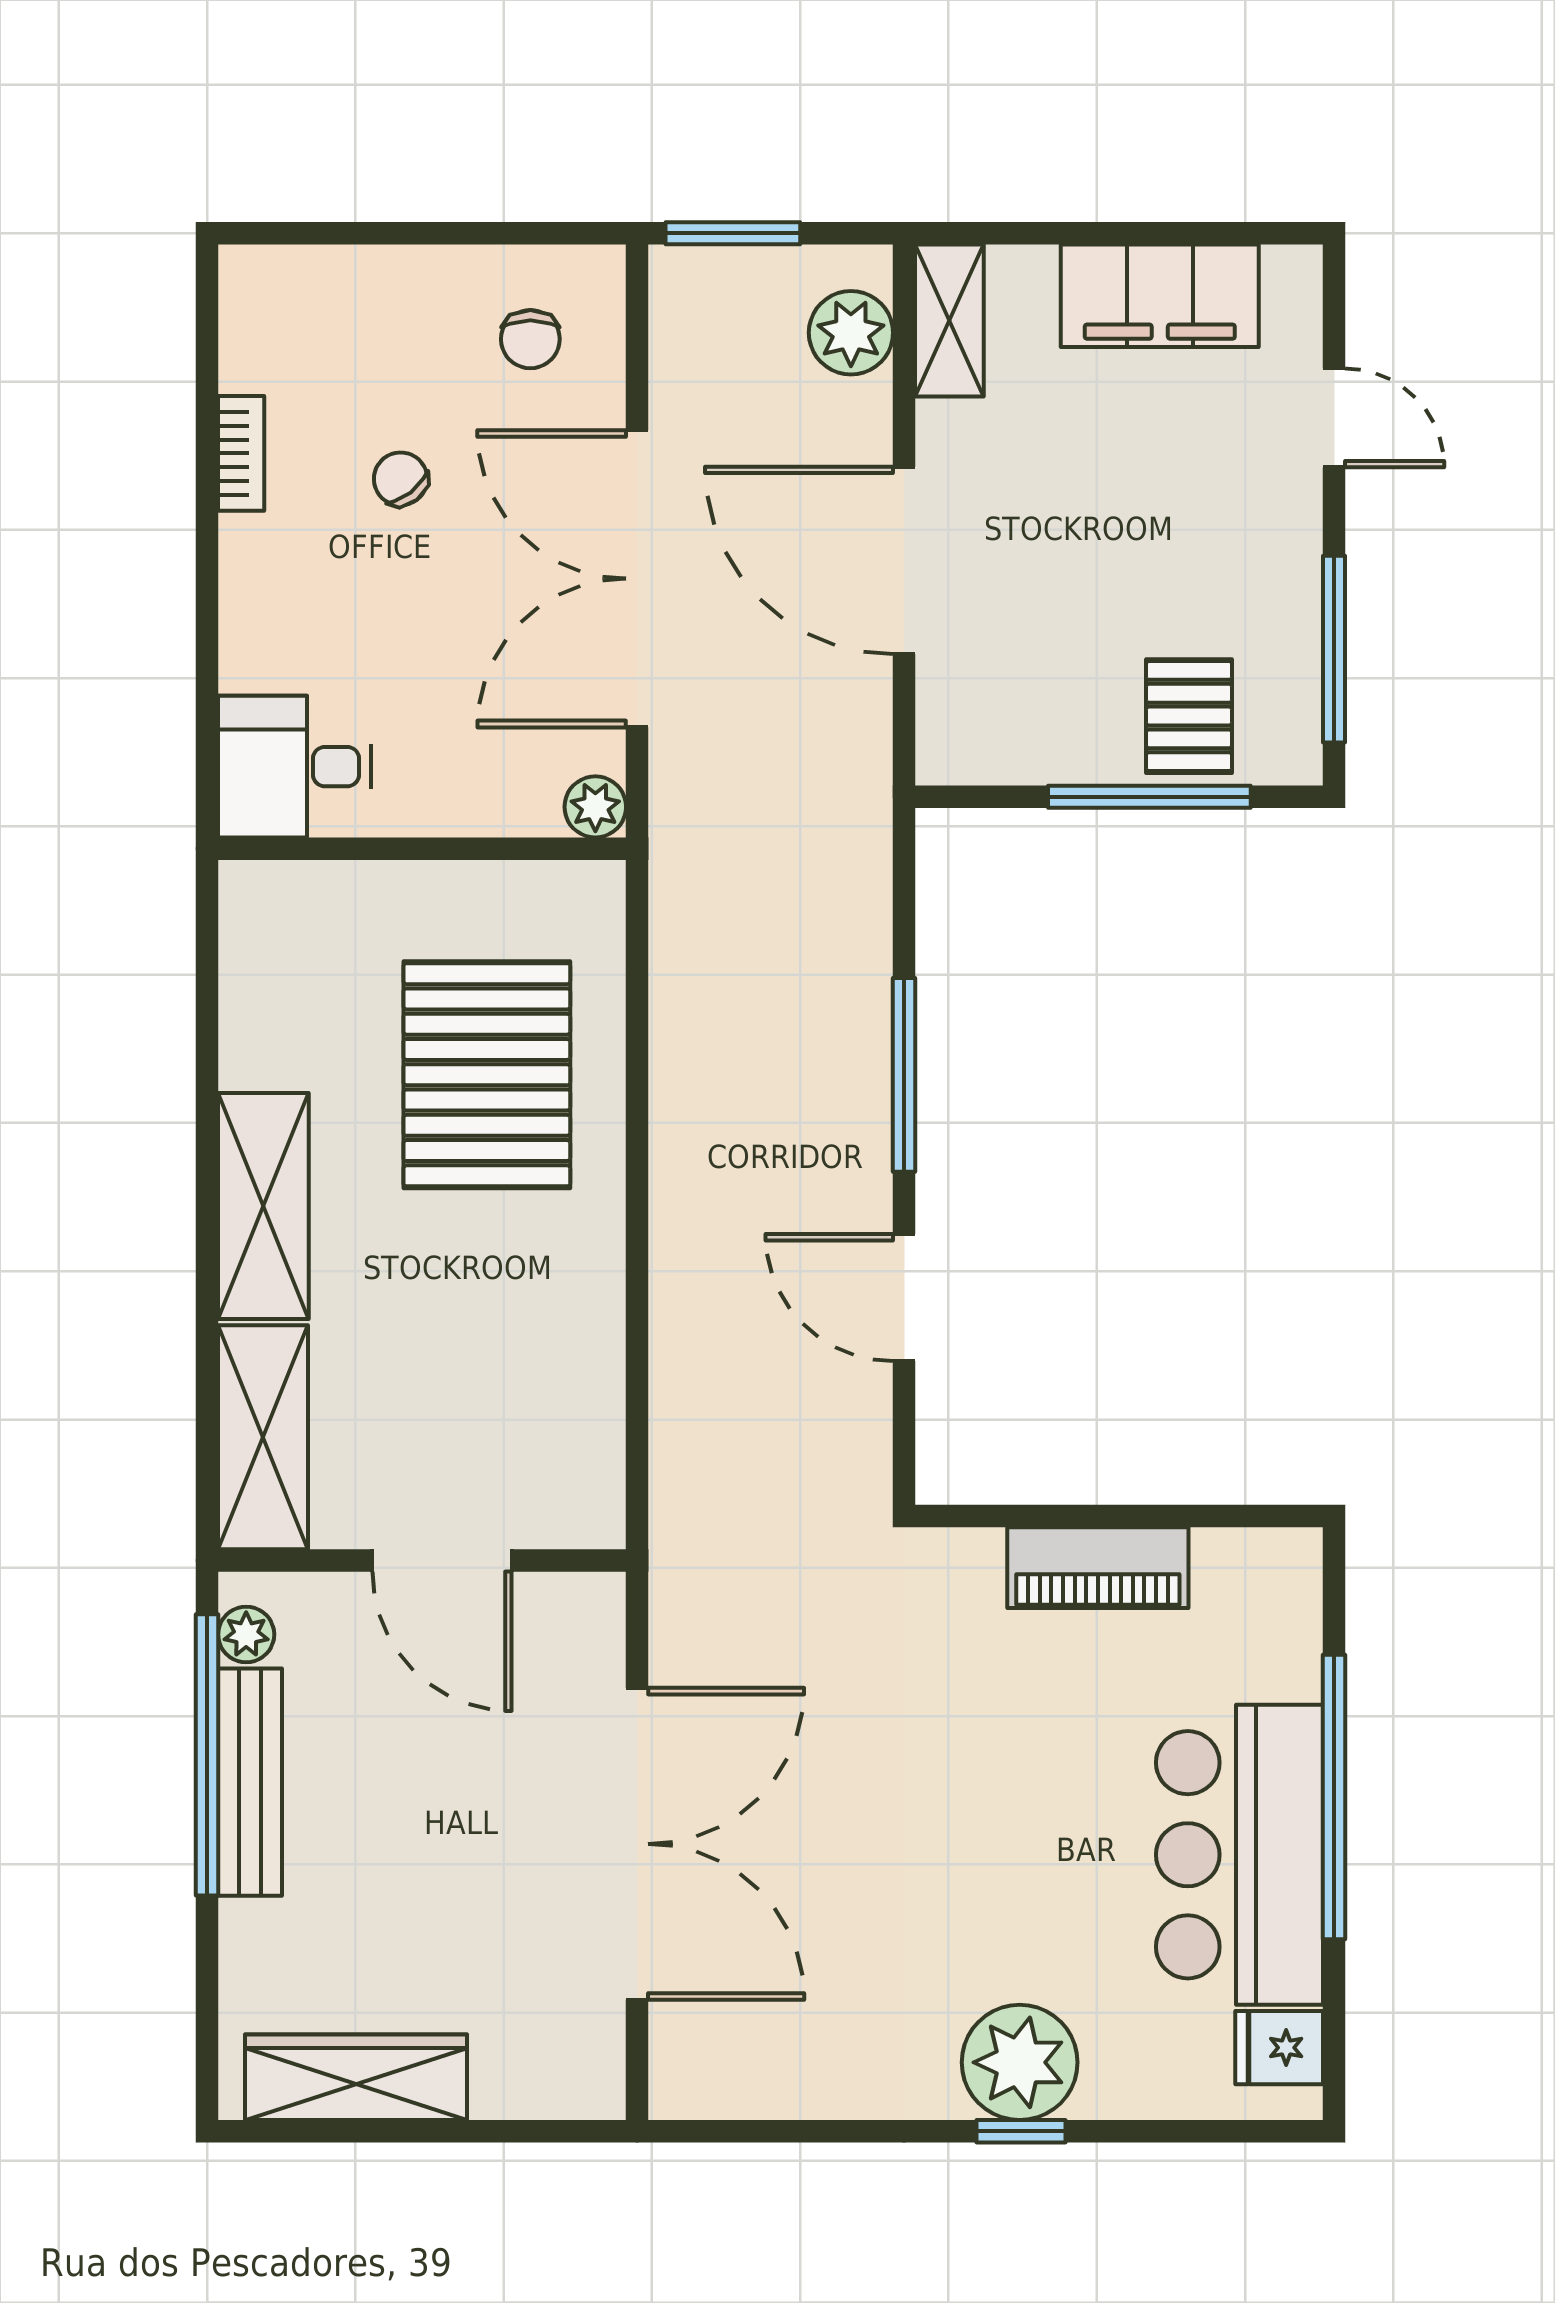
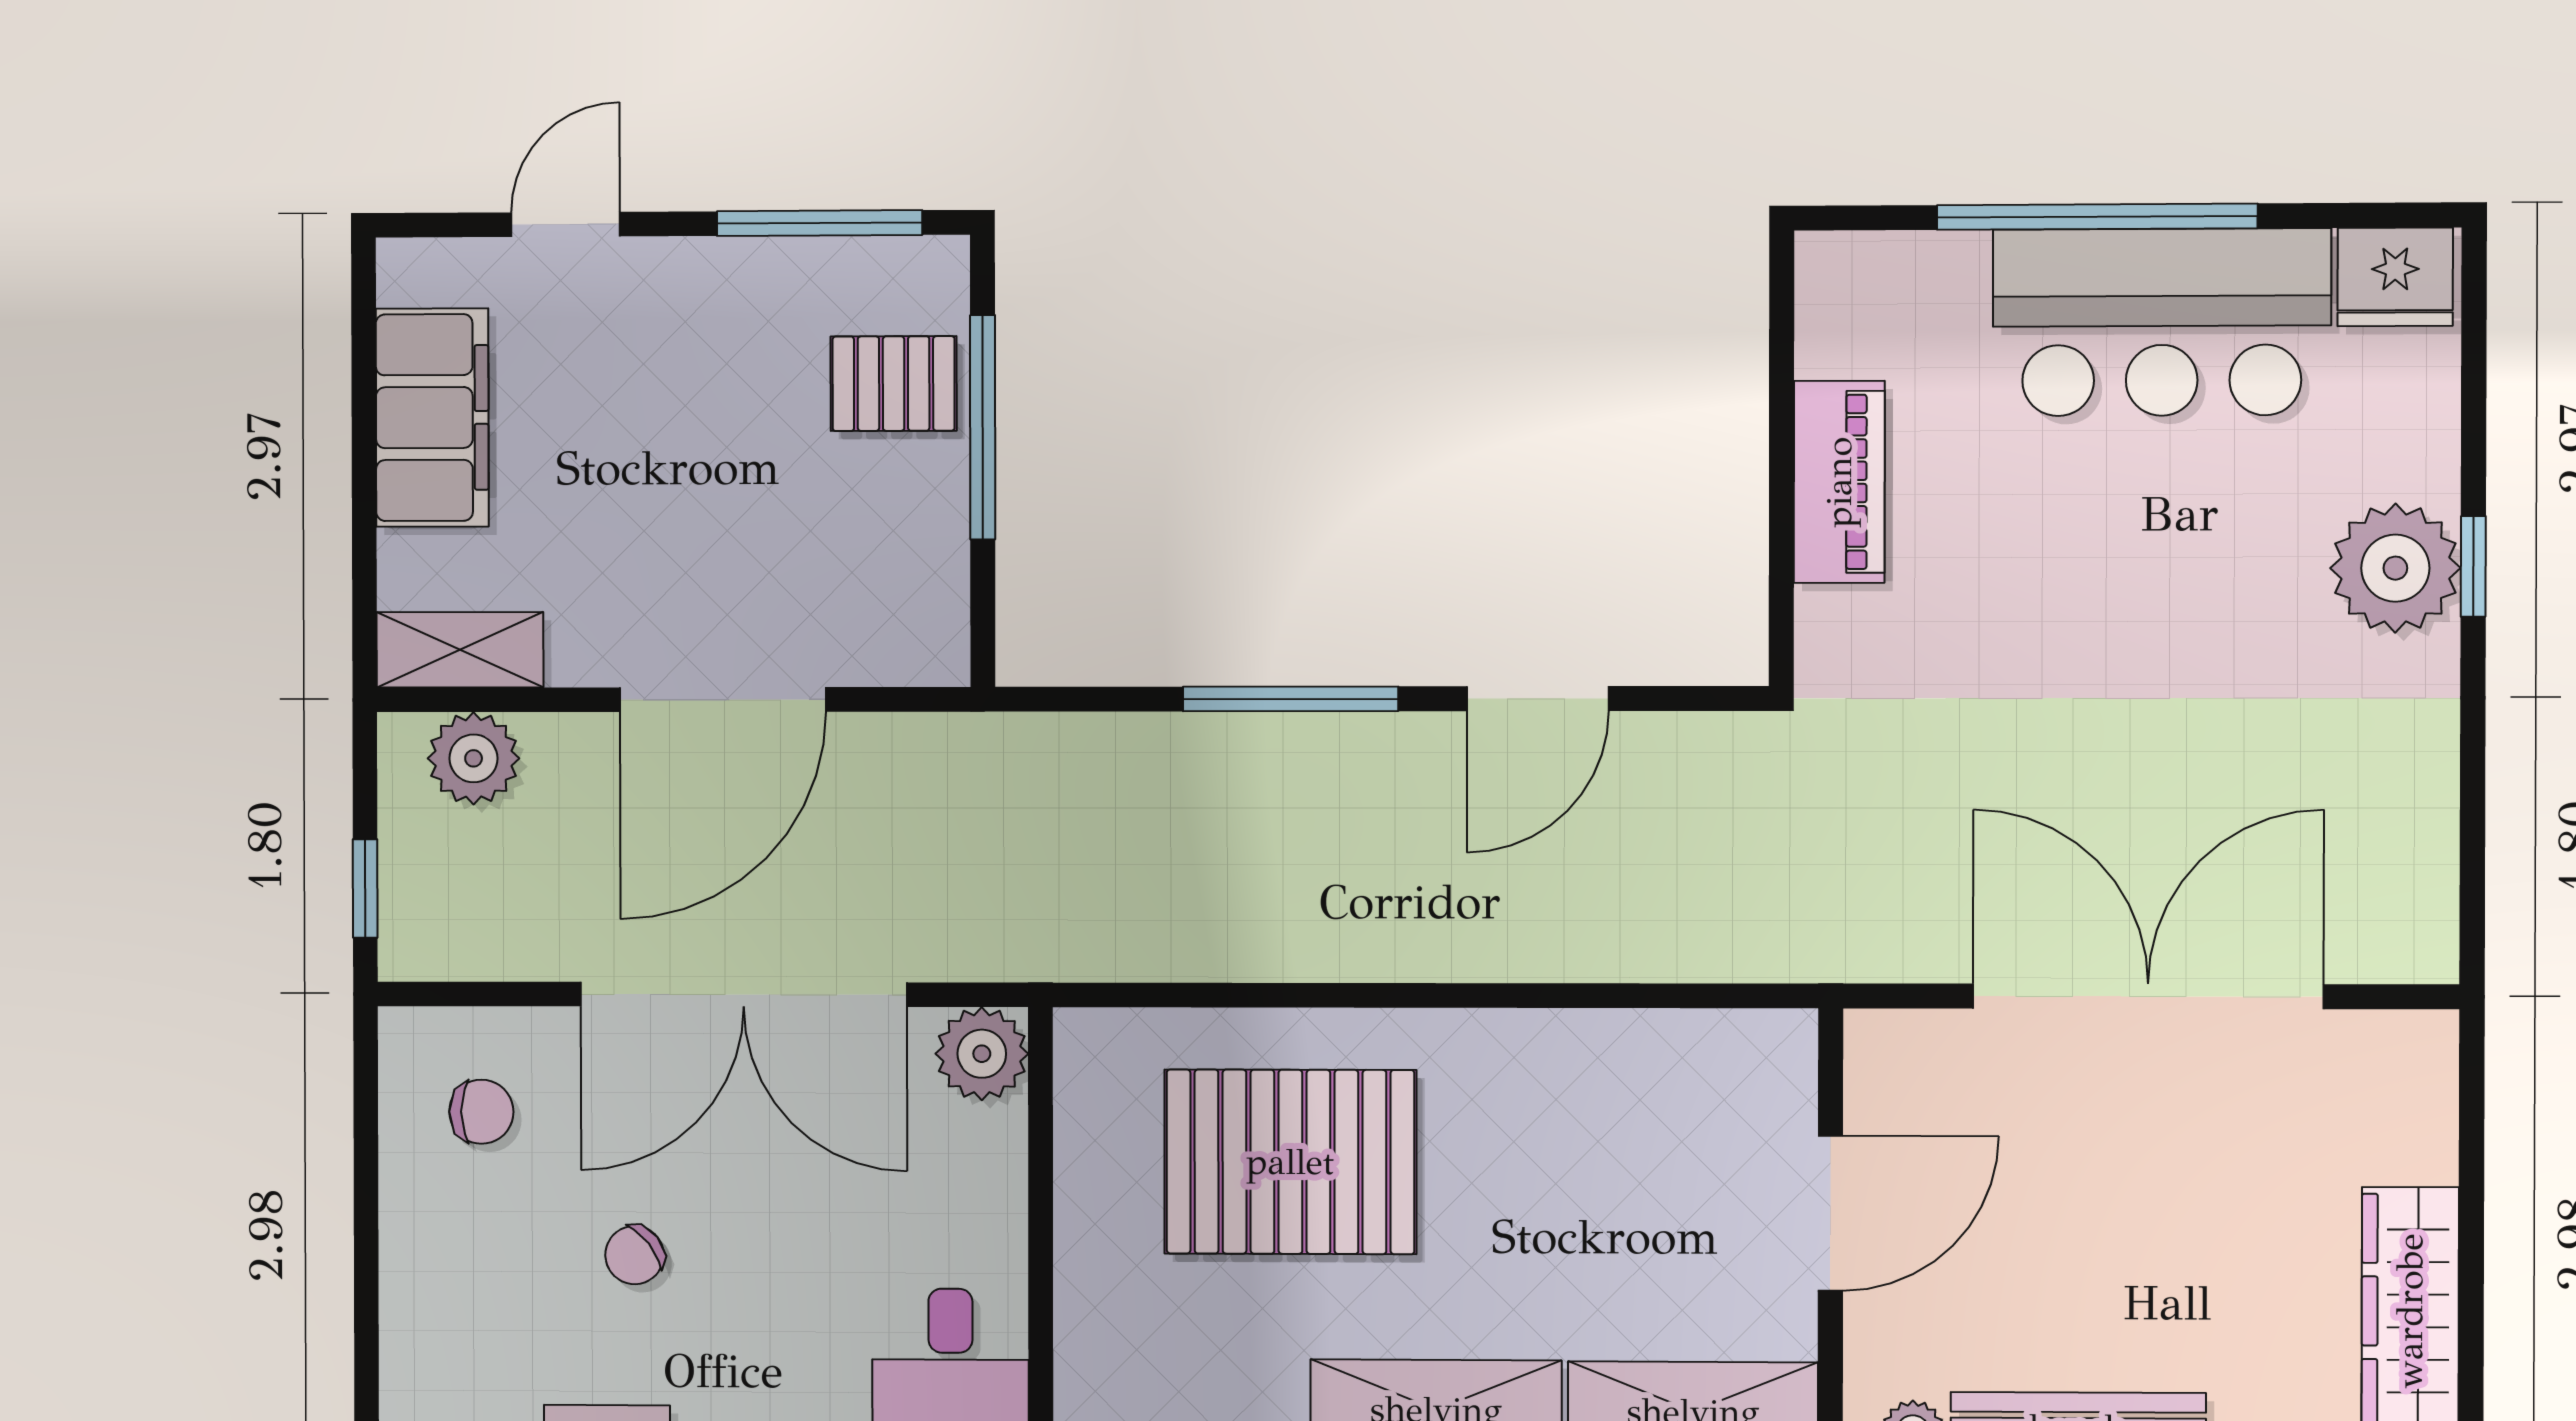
window: (733, 233) -> (365, 888), width x0.67
plant: (595, 807) -> (982, 1054), width x1.38, depth x1.38
fridge: (1279, 2048) -> (2395, 277), width x1.38

